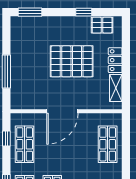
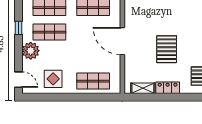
pallet: (72, 61) -> (167, 49), width x0.73, depth x0.71

